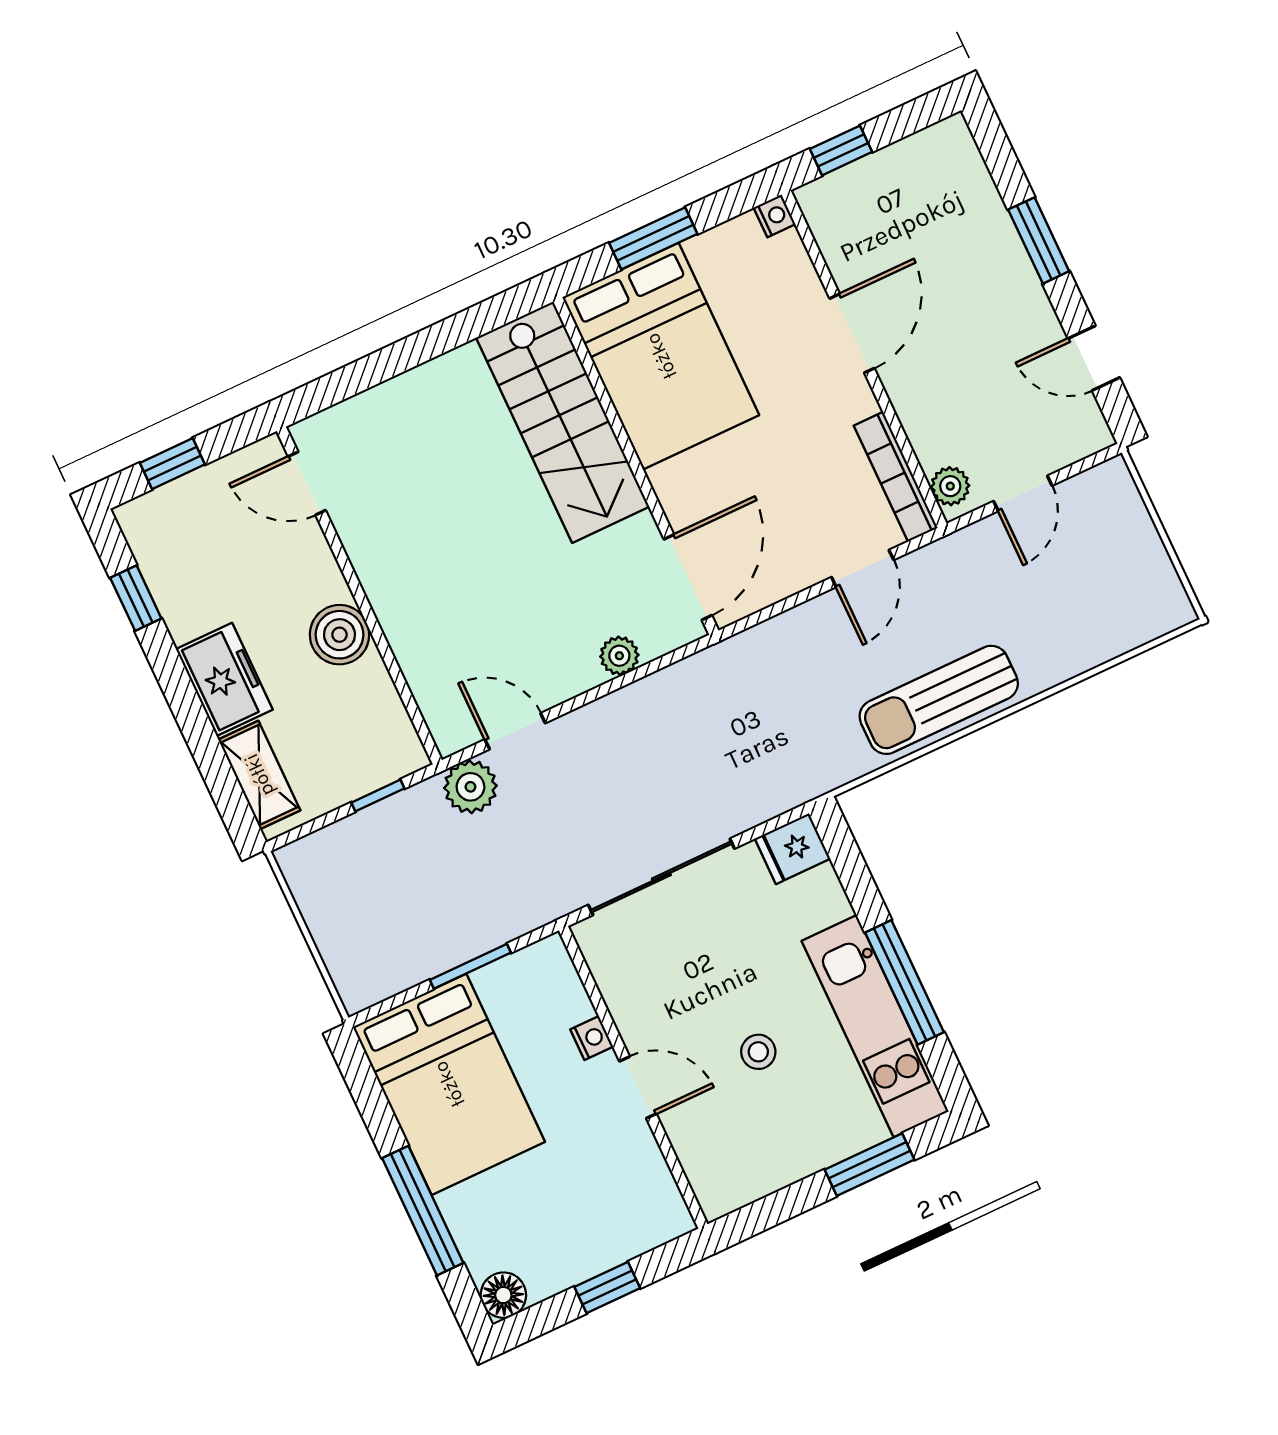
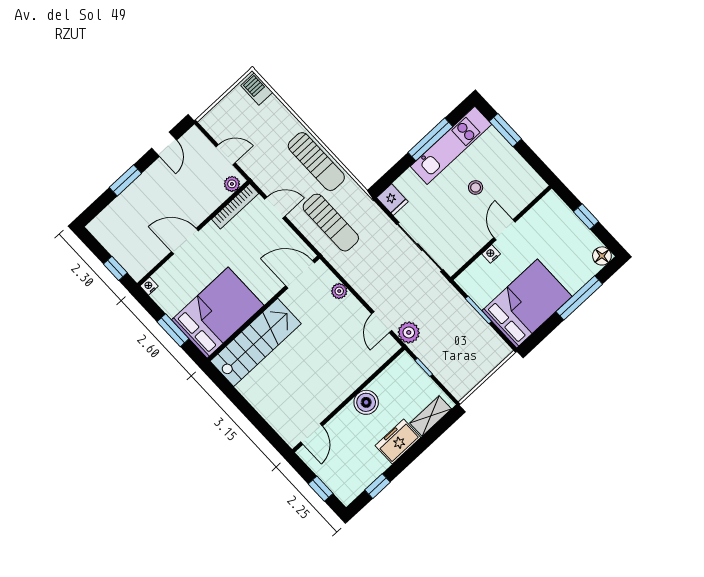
barbecue: (1153, 615) -> (257, 89), added
sun lounger: (785, 688) -> (331, 223), added

